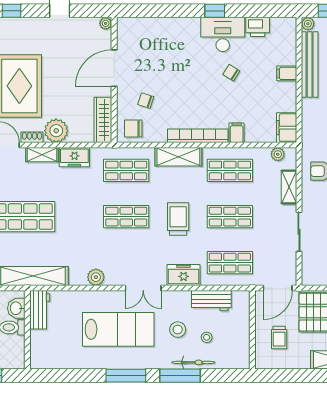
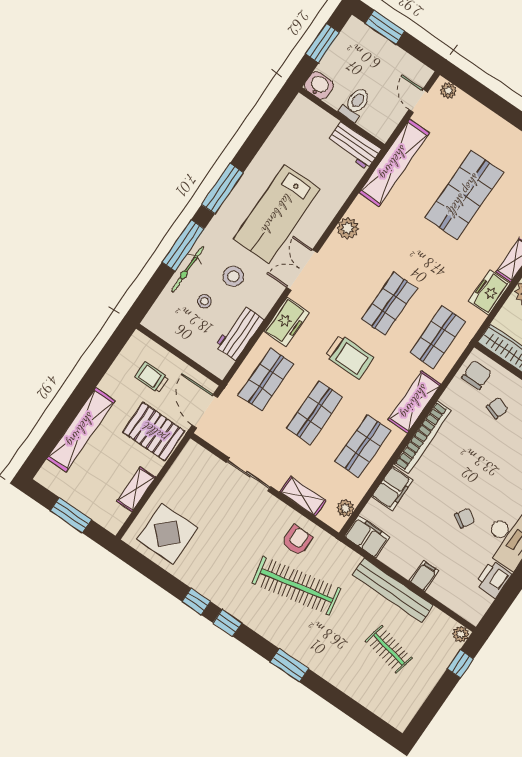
bench: (310, 64) -> (393, 590), moved
filing cabinet: (237, 133) -> (392, 488), width x2.00
washbasin: (16, 308) -> (319, 85), moved

